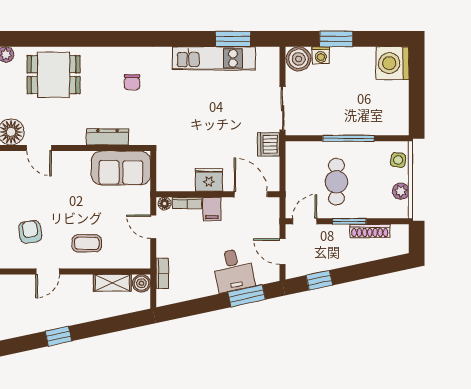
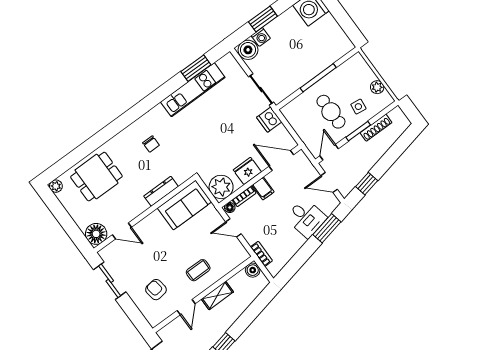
side table: (398, 160) -> (358, 107), moved
plant: (171, 177) -> (221, 187), added
shelving: (112, 283) -> (217, 296), moved

